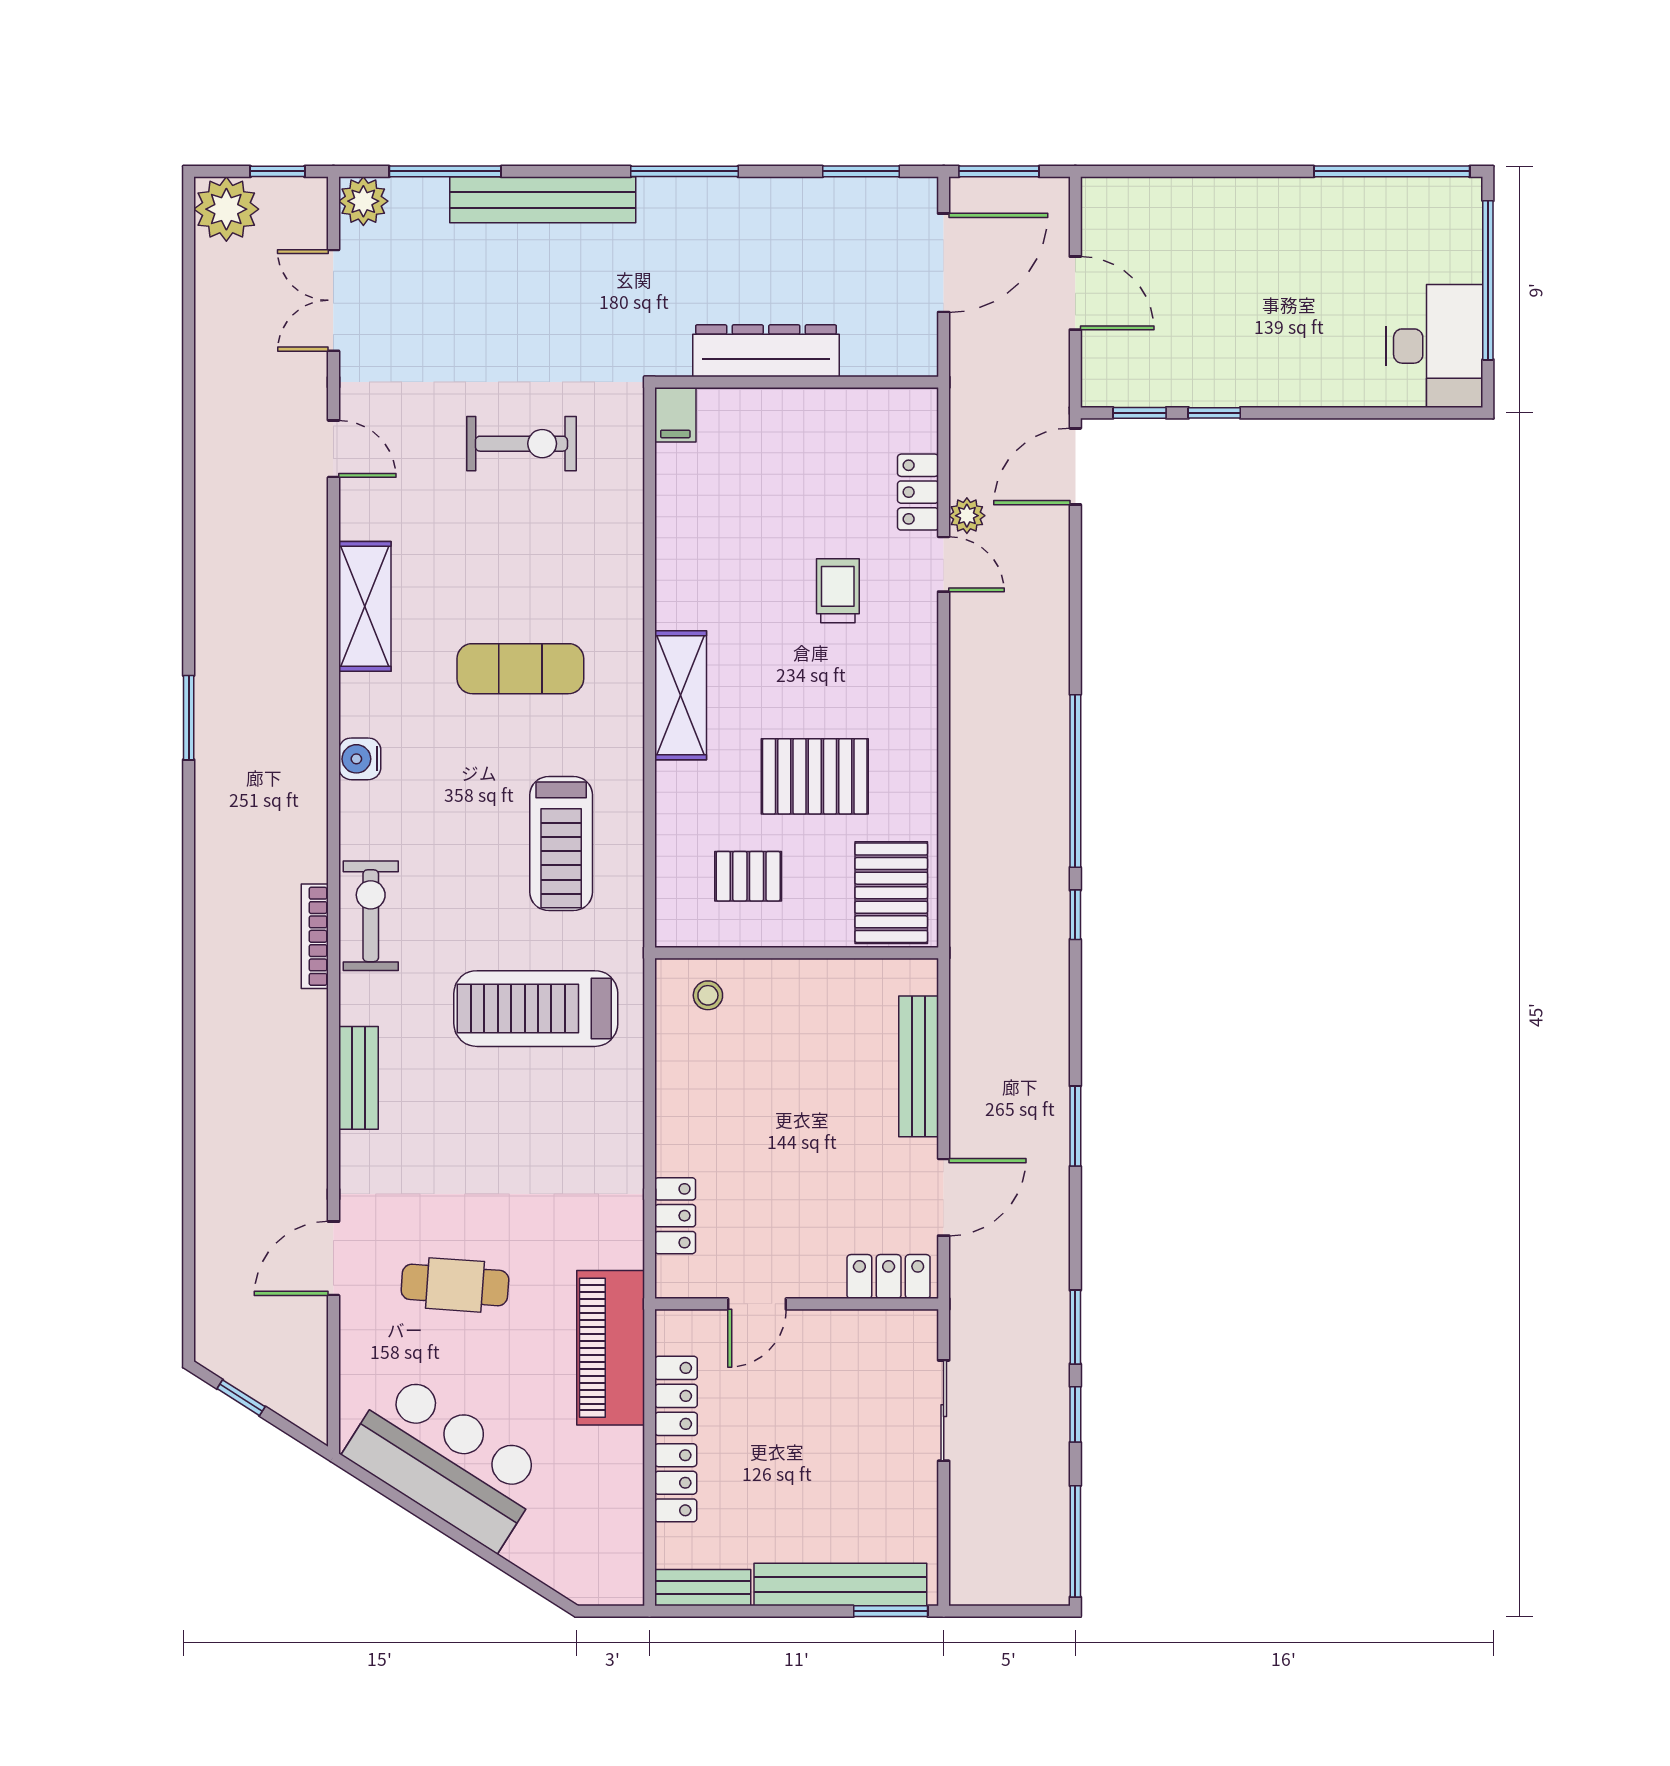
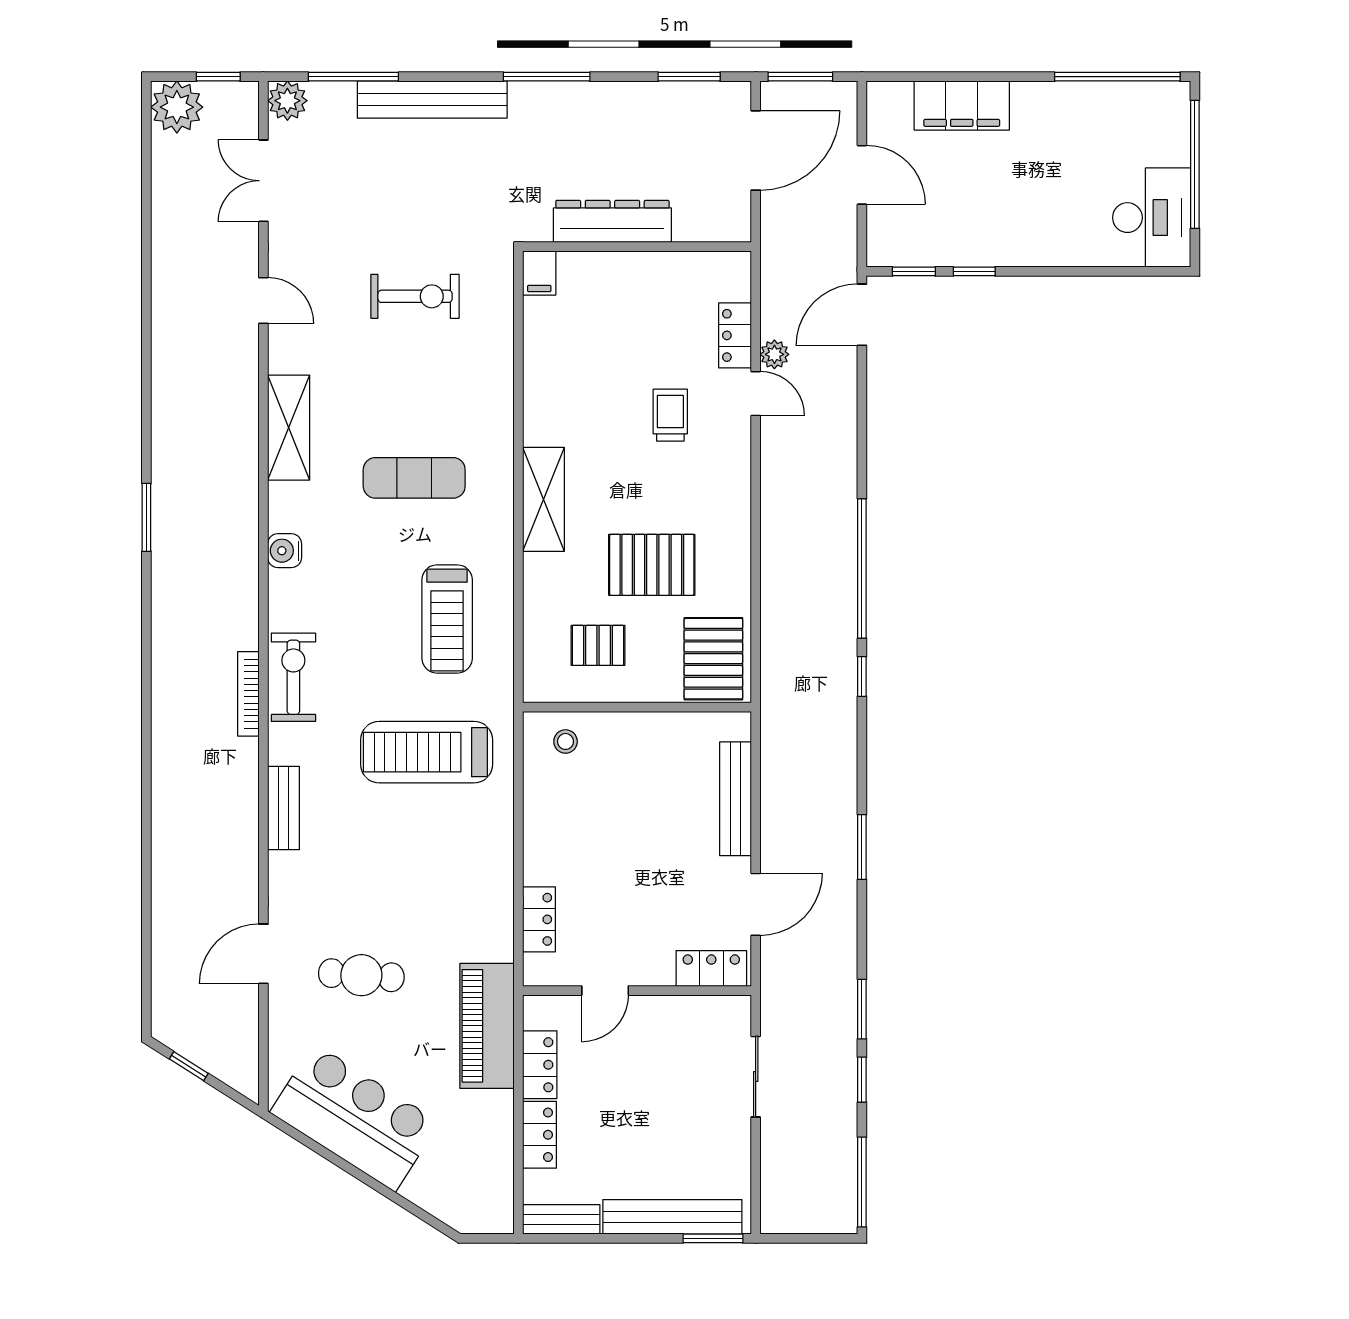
filing cabinet: (1199, 207) -> (962, 106), added

